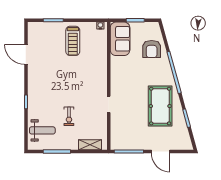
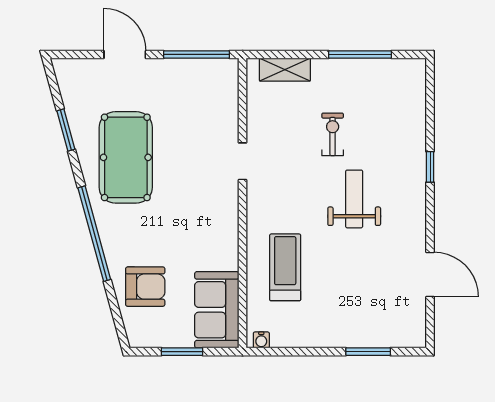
treadmill: (73, 41) -> (285, 267), moved
armchair: (152, 49) -> (145, 287), turned 90
weight bench: (42, 130) -> (354, 199), moved, turned 90

